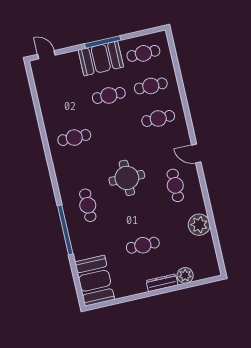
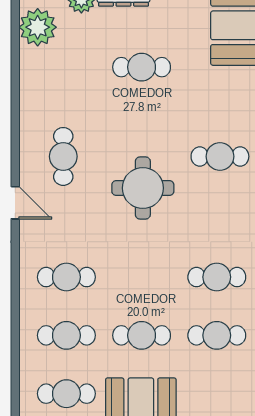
cafe table: (67, 105) -> (217, 335), added
cafe table: (88, 205) -> (220, 156), turned 90
plant: (199, 225) -> (38, 27), moved

